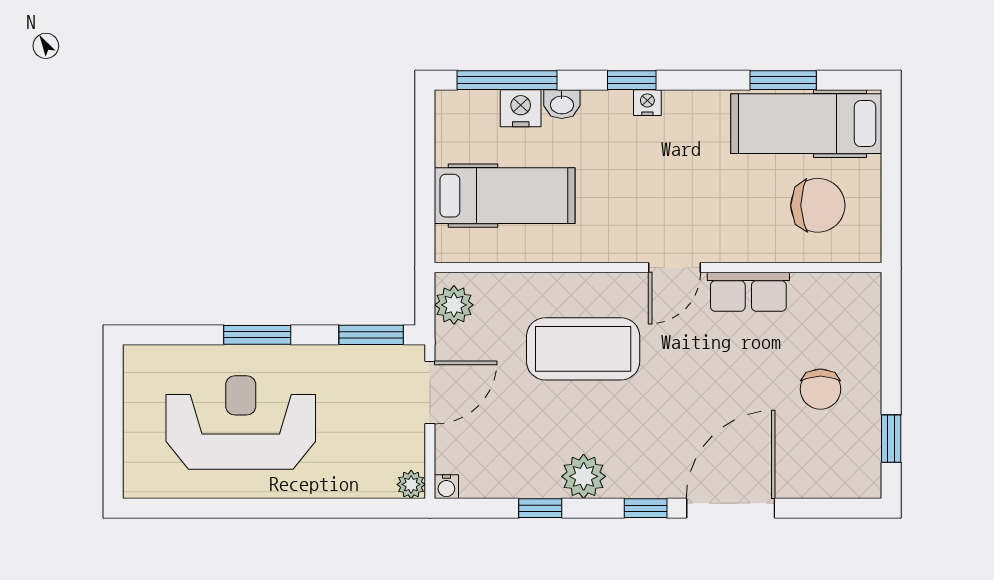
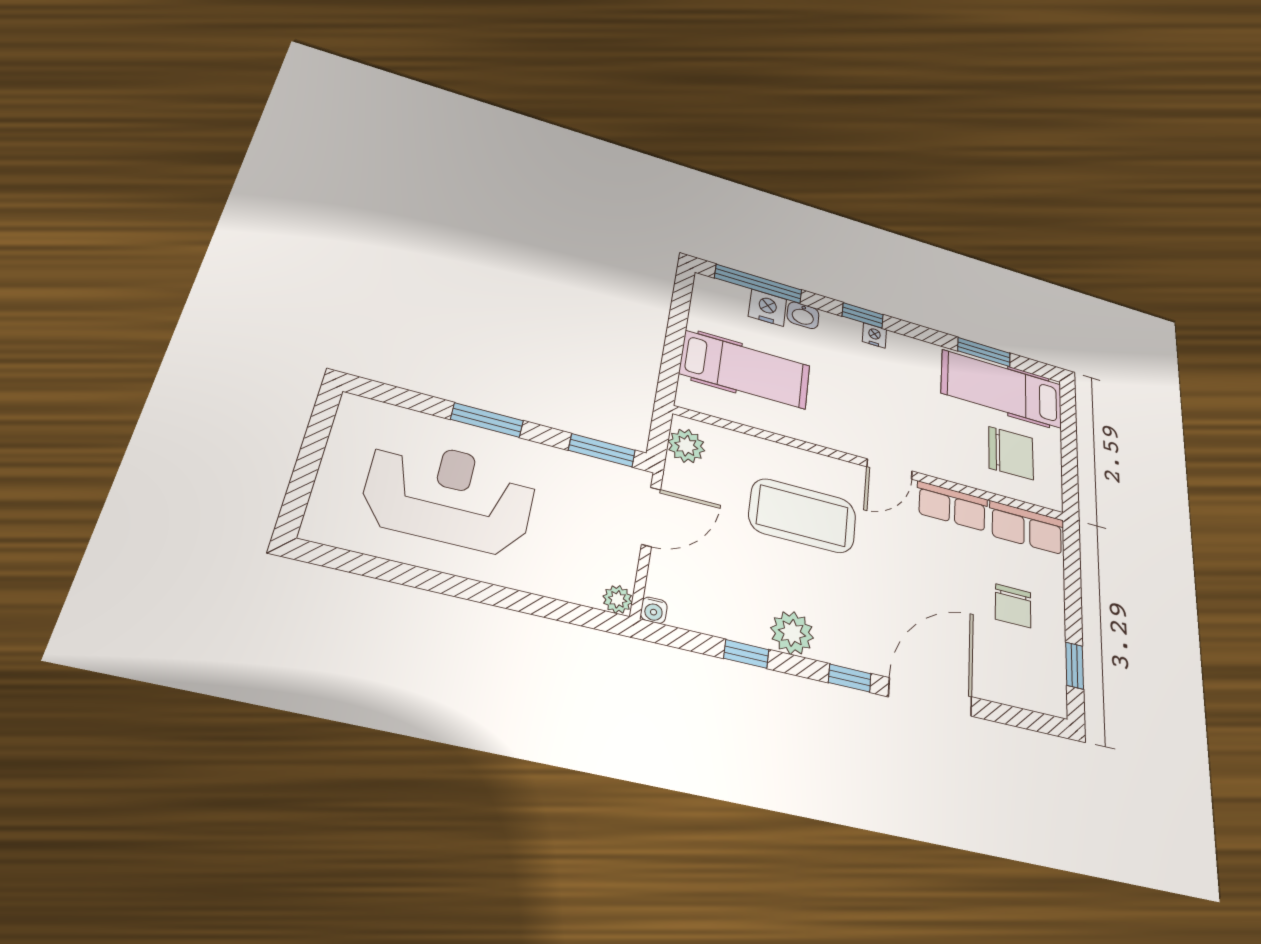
row of seats: (837, 293) -> (1027, 528), added

